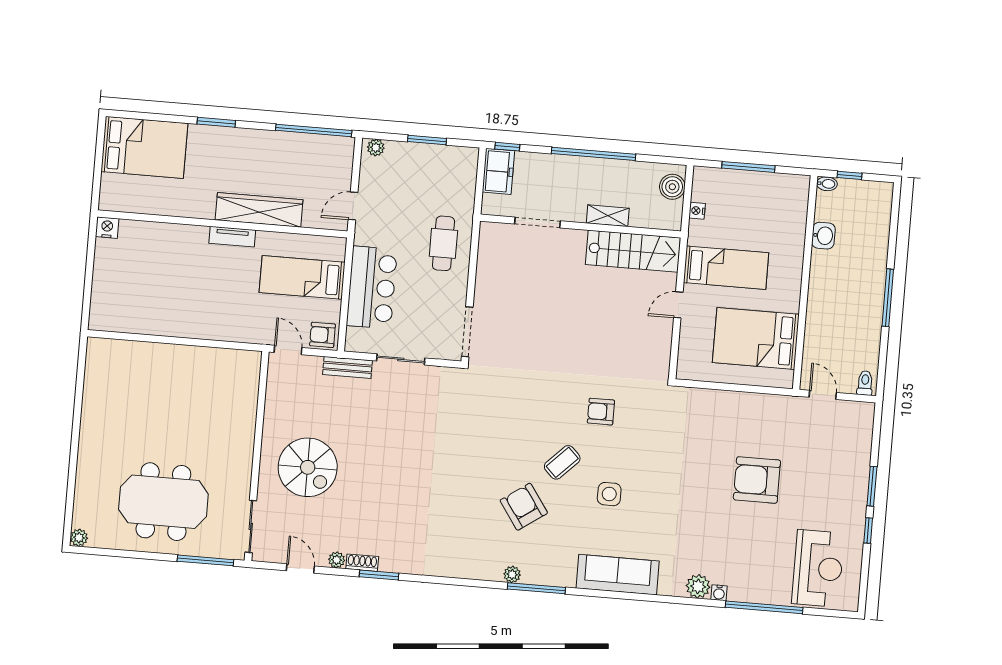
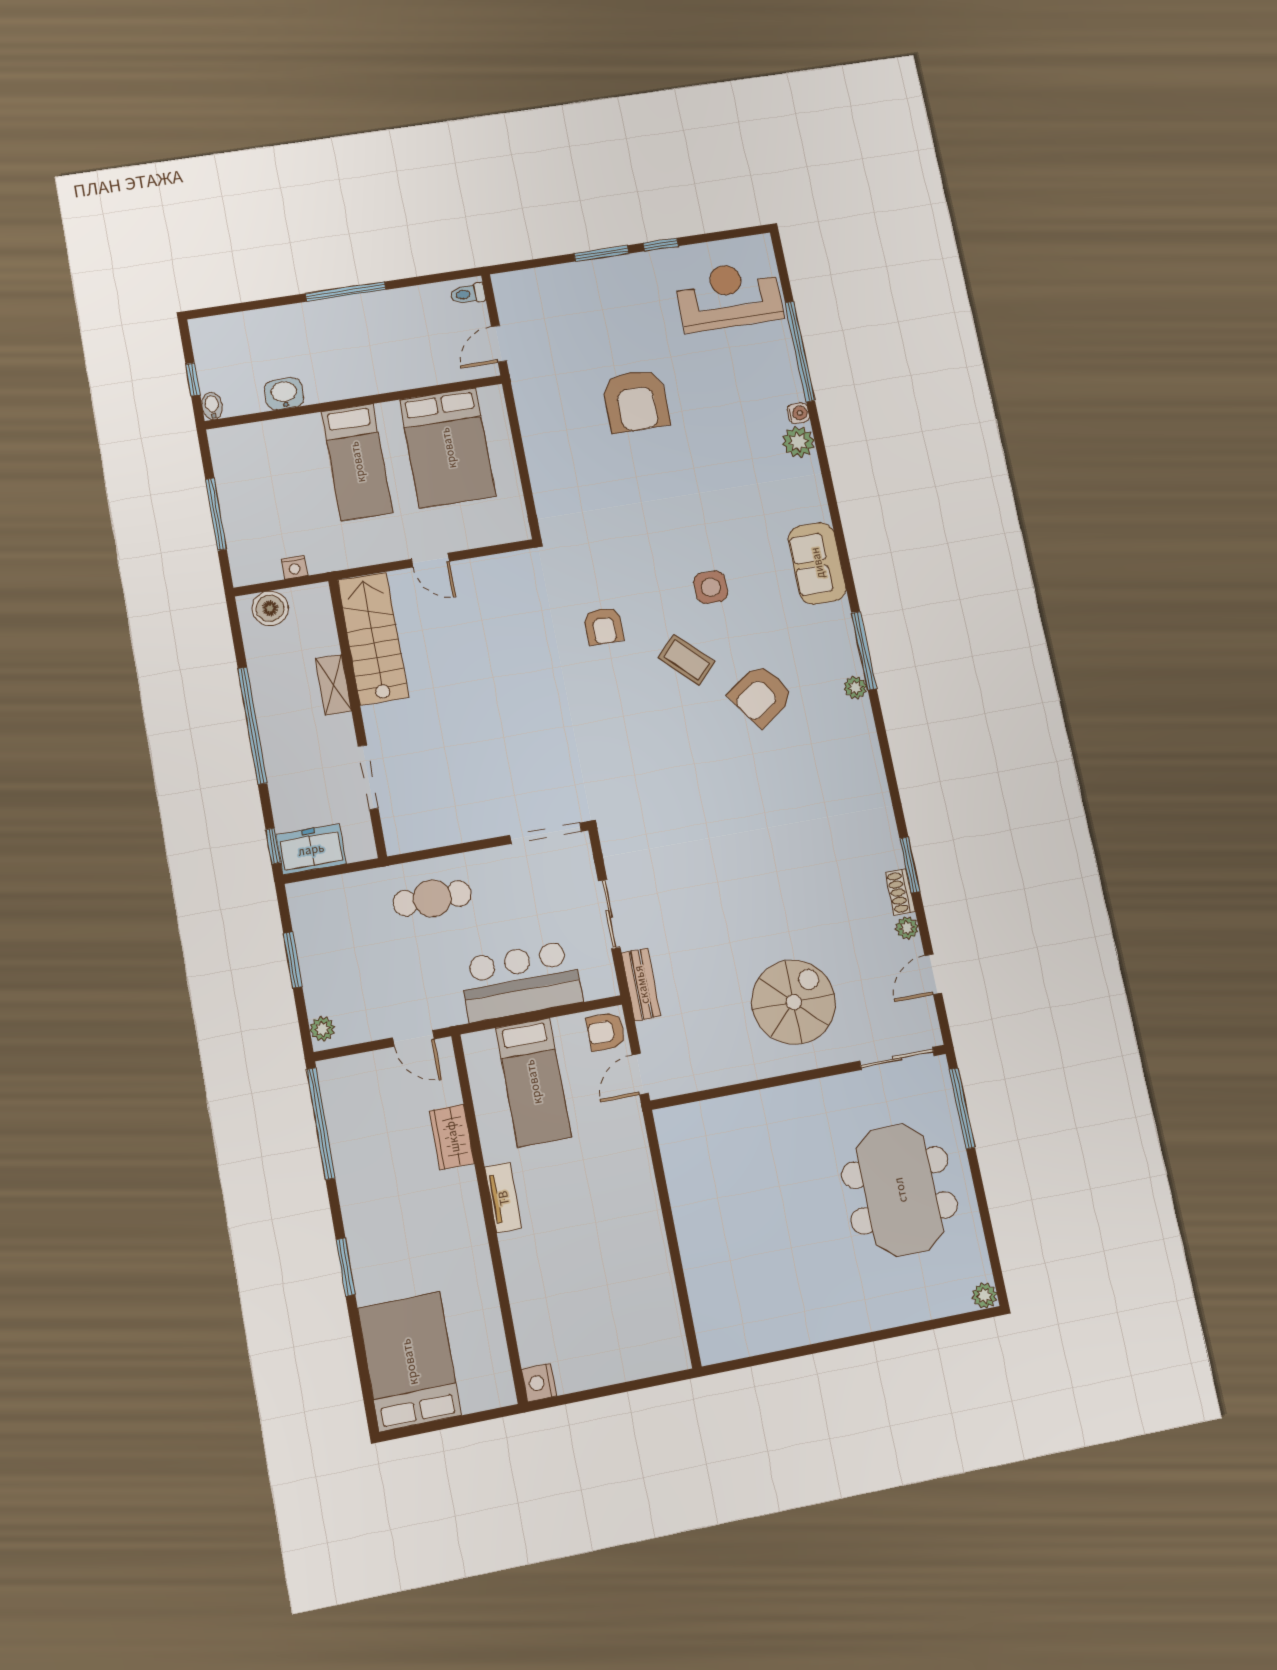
wardrobe: (259, 210) -> (452, 1137), width x0.48, depth x0.85
bed: (726, 268) -> (357, 462), moved, turned 180
armchair: (322, 335) -> (606, 1032), turned 90
sofa: (618, 575) -> (817, 563), width x0.73

